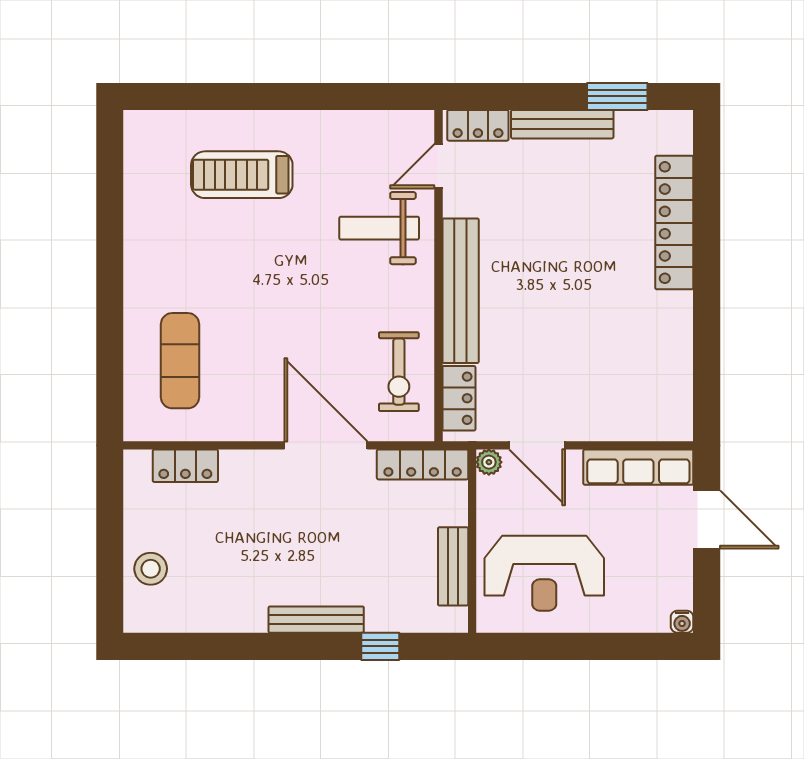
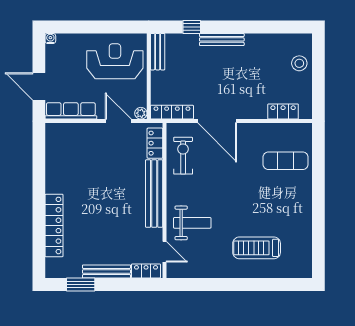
door: (438, 166) -> (164, 252), hinge flipped
treadmill: (242, 175) -> (257, 248), turned 180
exercise mat: (180, 361) -> (286, 161), turned 90
bench: (453, 566) -> (158, 52), moved

